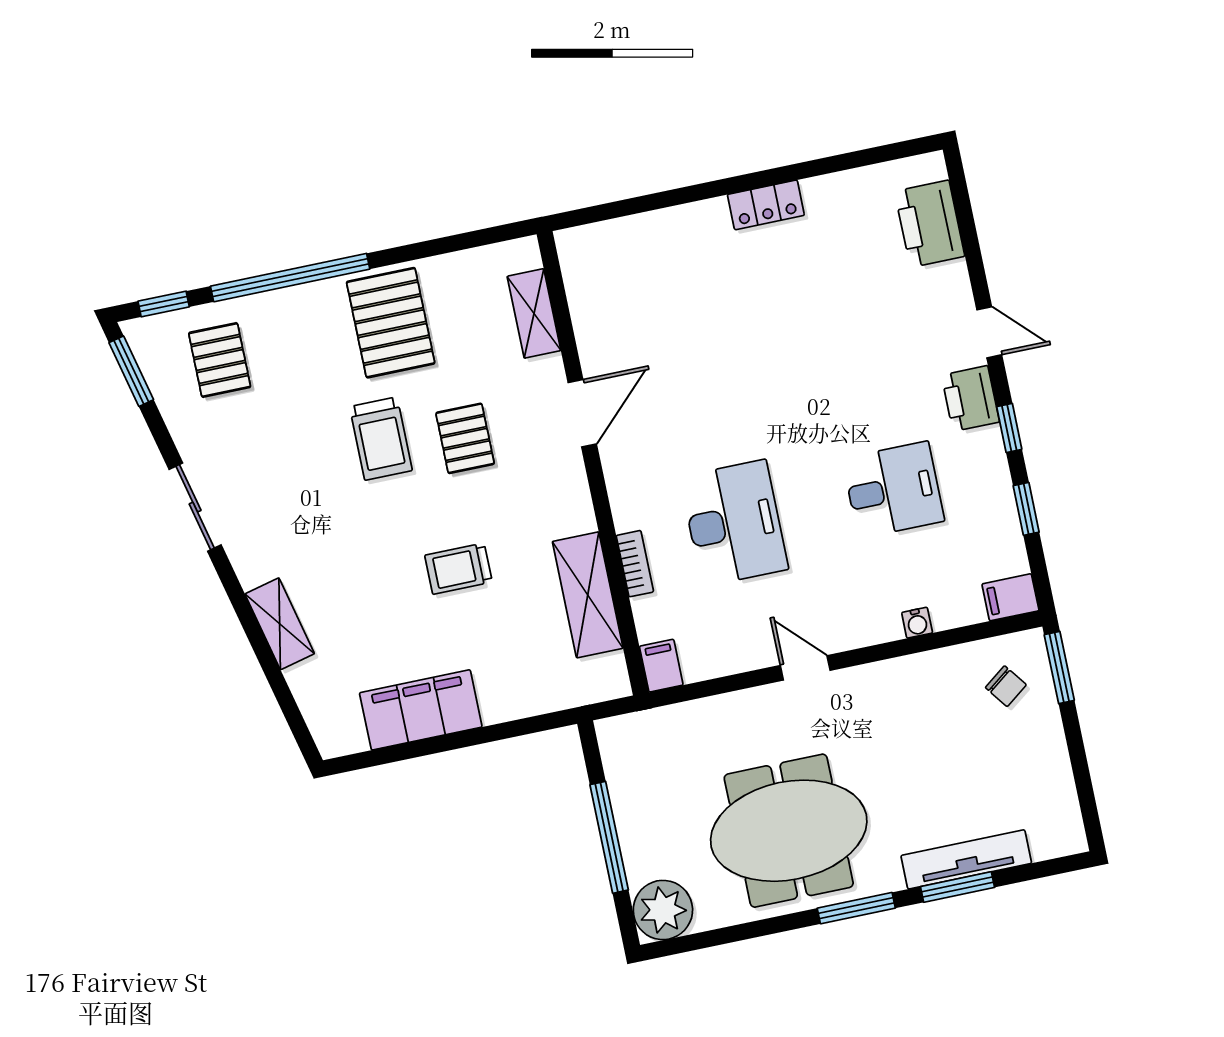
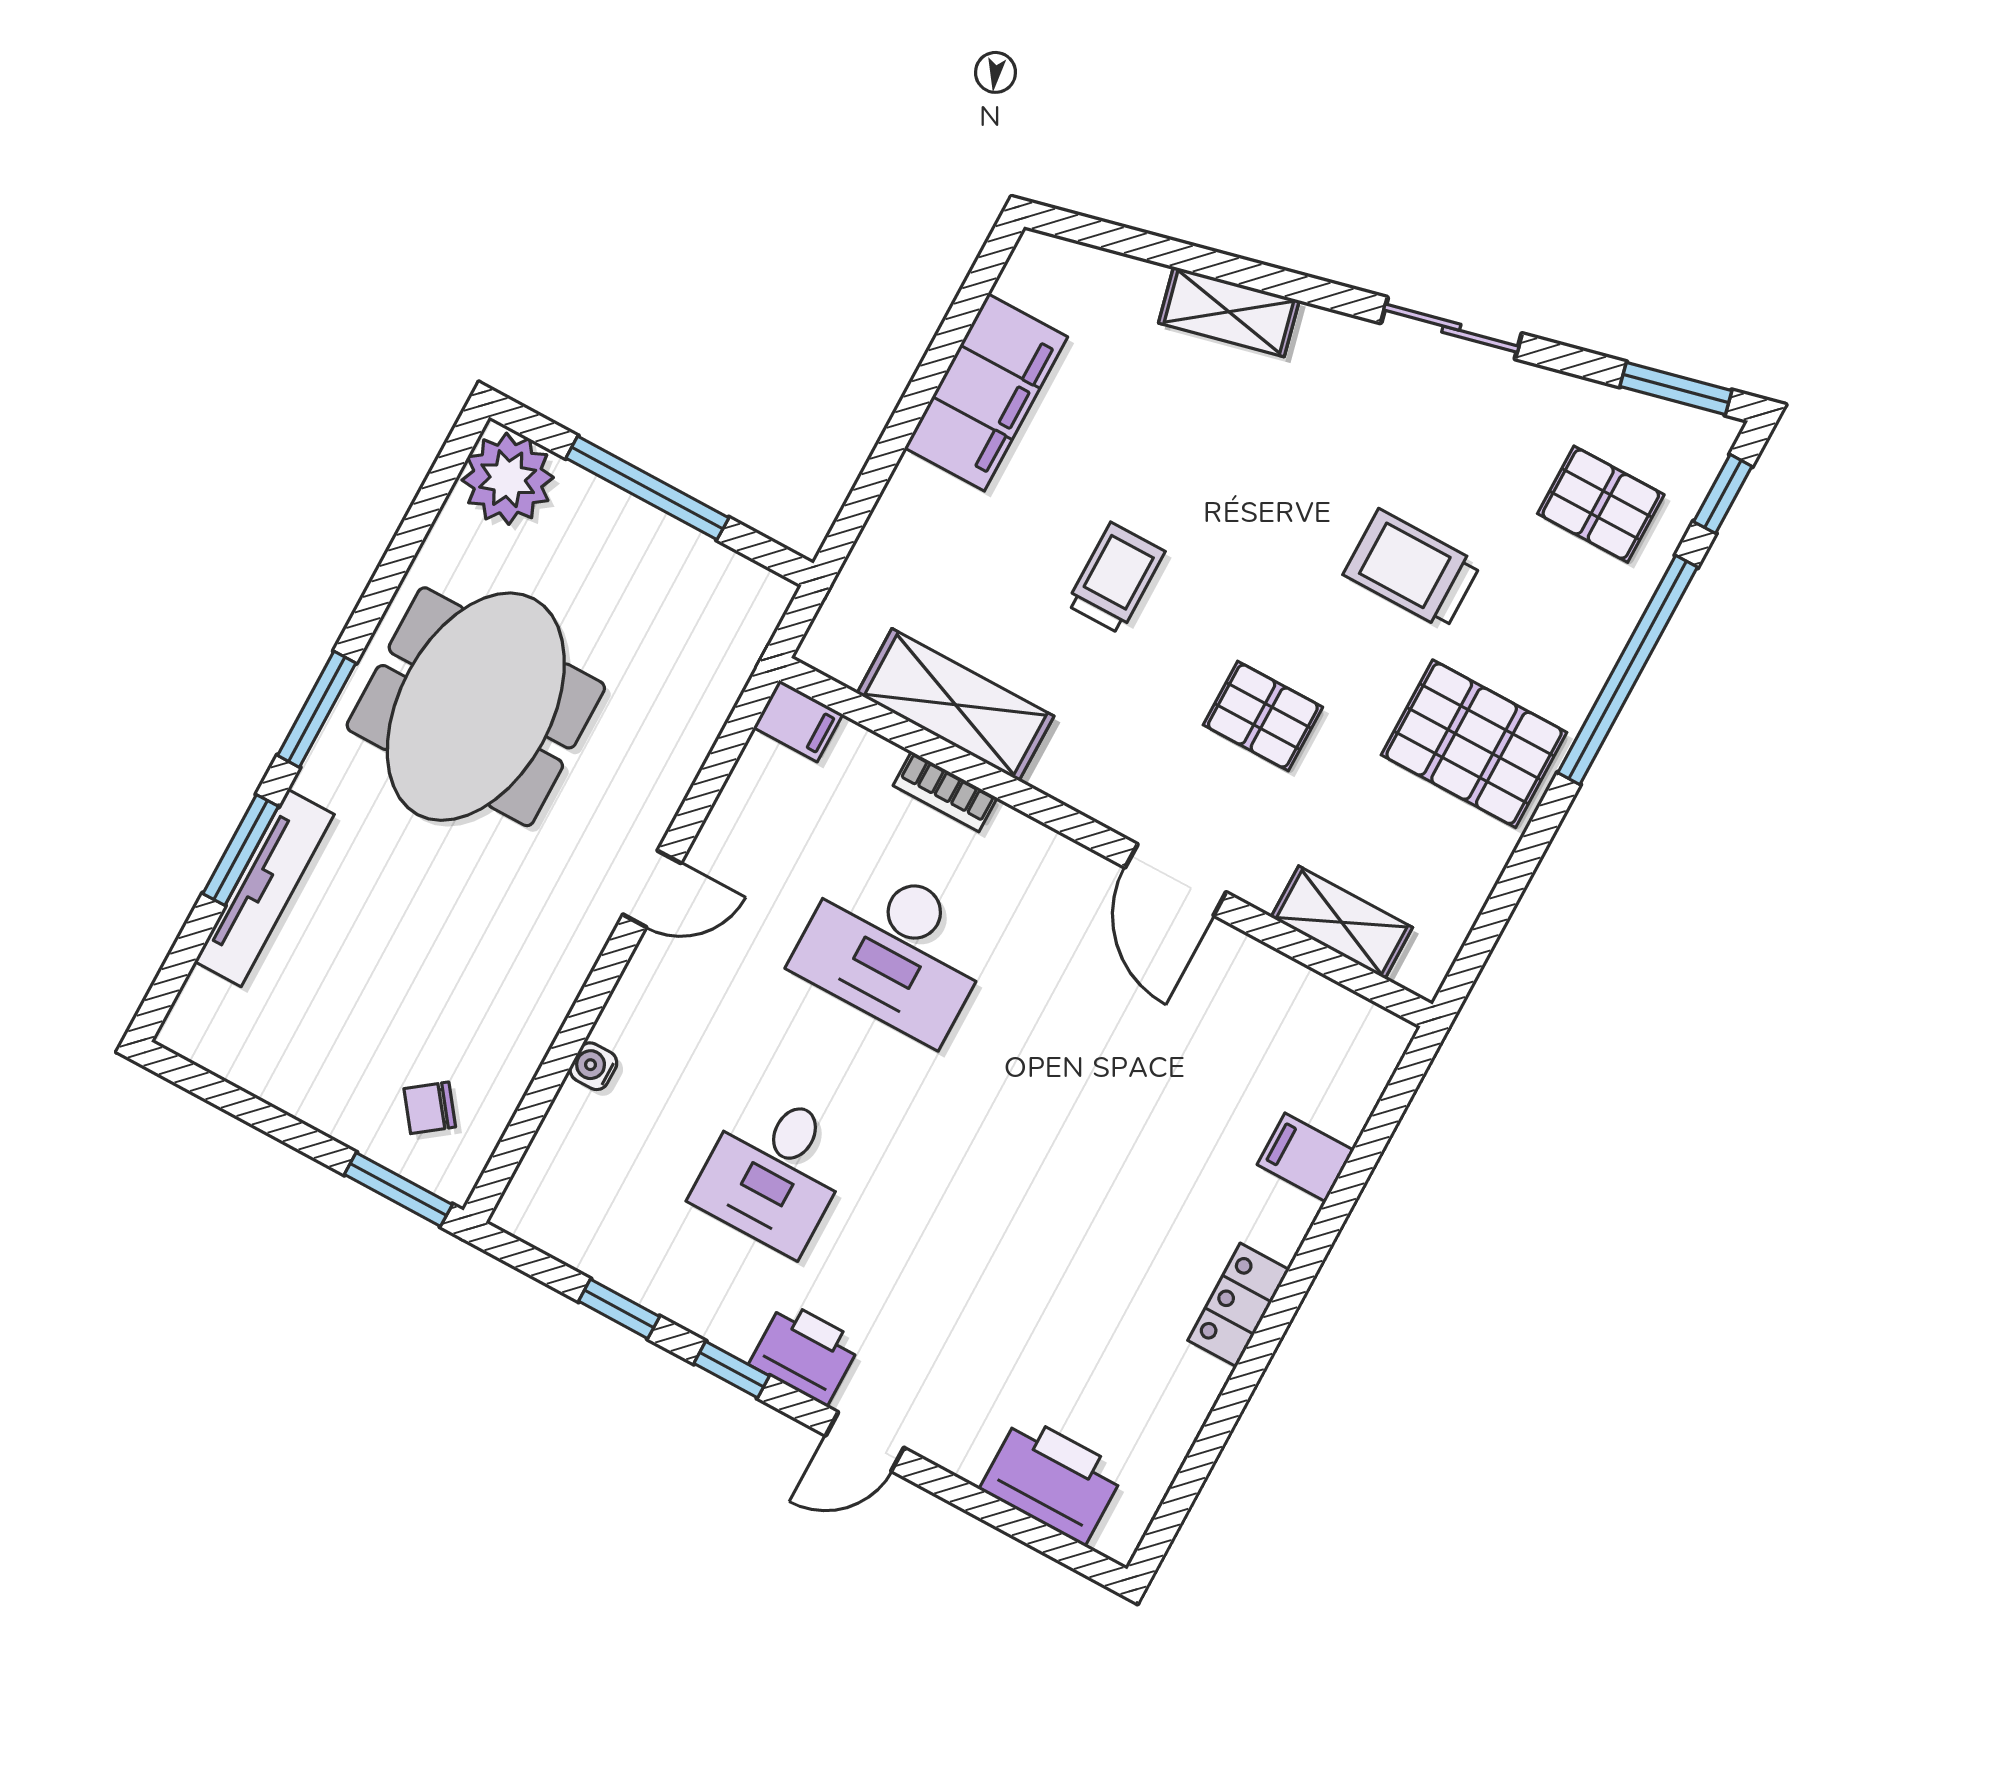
trolley: (381, 439) -> (1412, 569), moved
filing cabinet: (1010, 597) -> (1305, 1157), moved, turned -90

